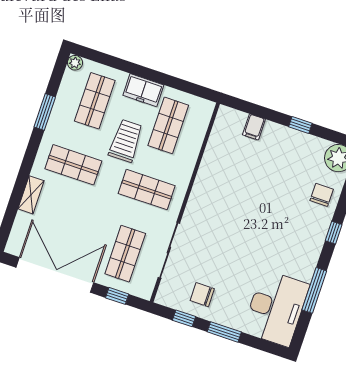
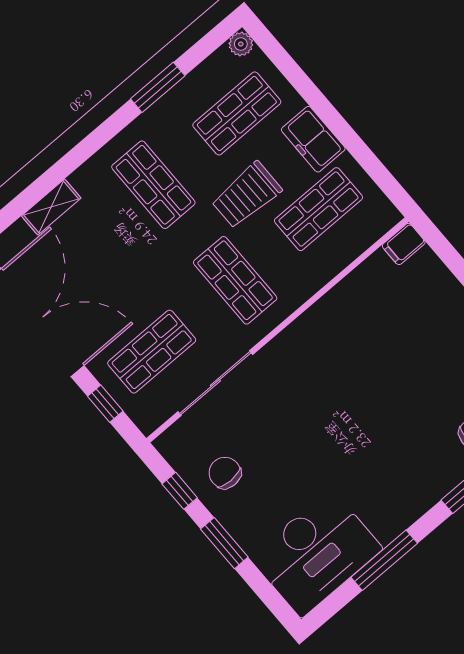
filing cabinet: (254, 127) -> (404, 244), moved
trolley: (126, 141) -> (246, 195), turned 180
shelving: (31, 195) -> (51, 207), moved

